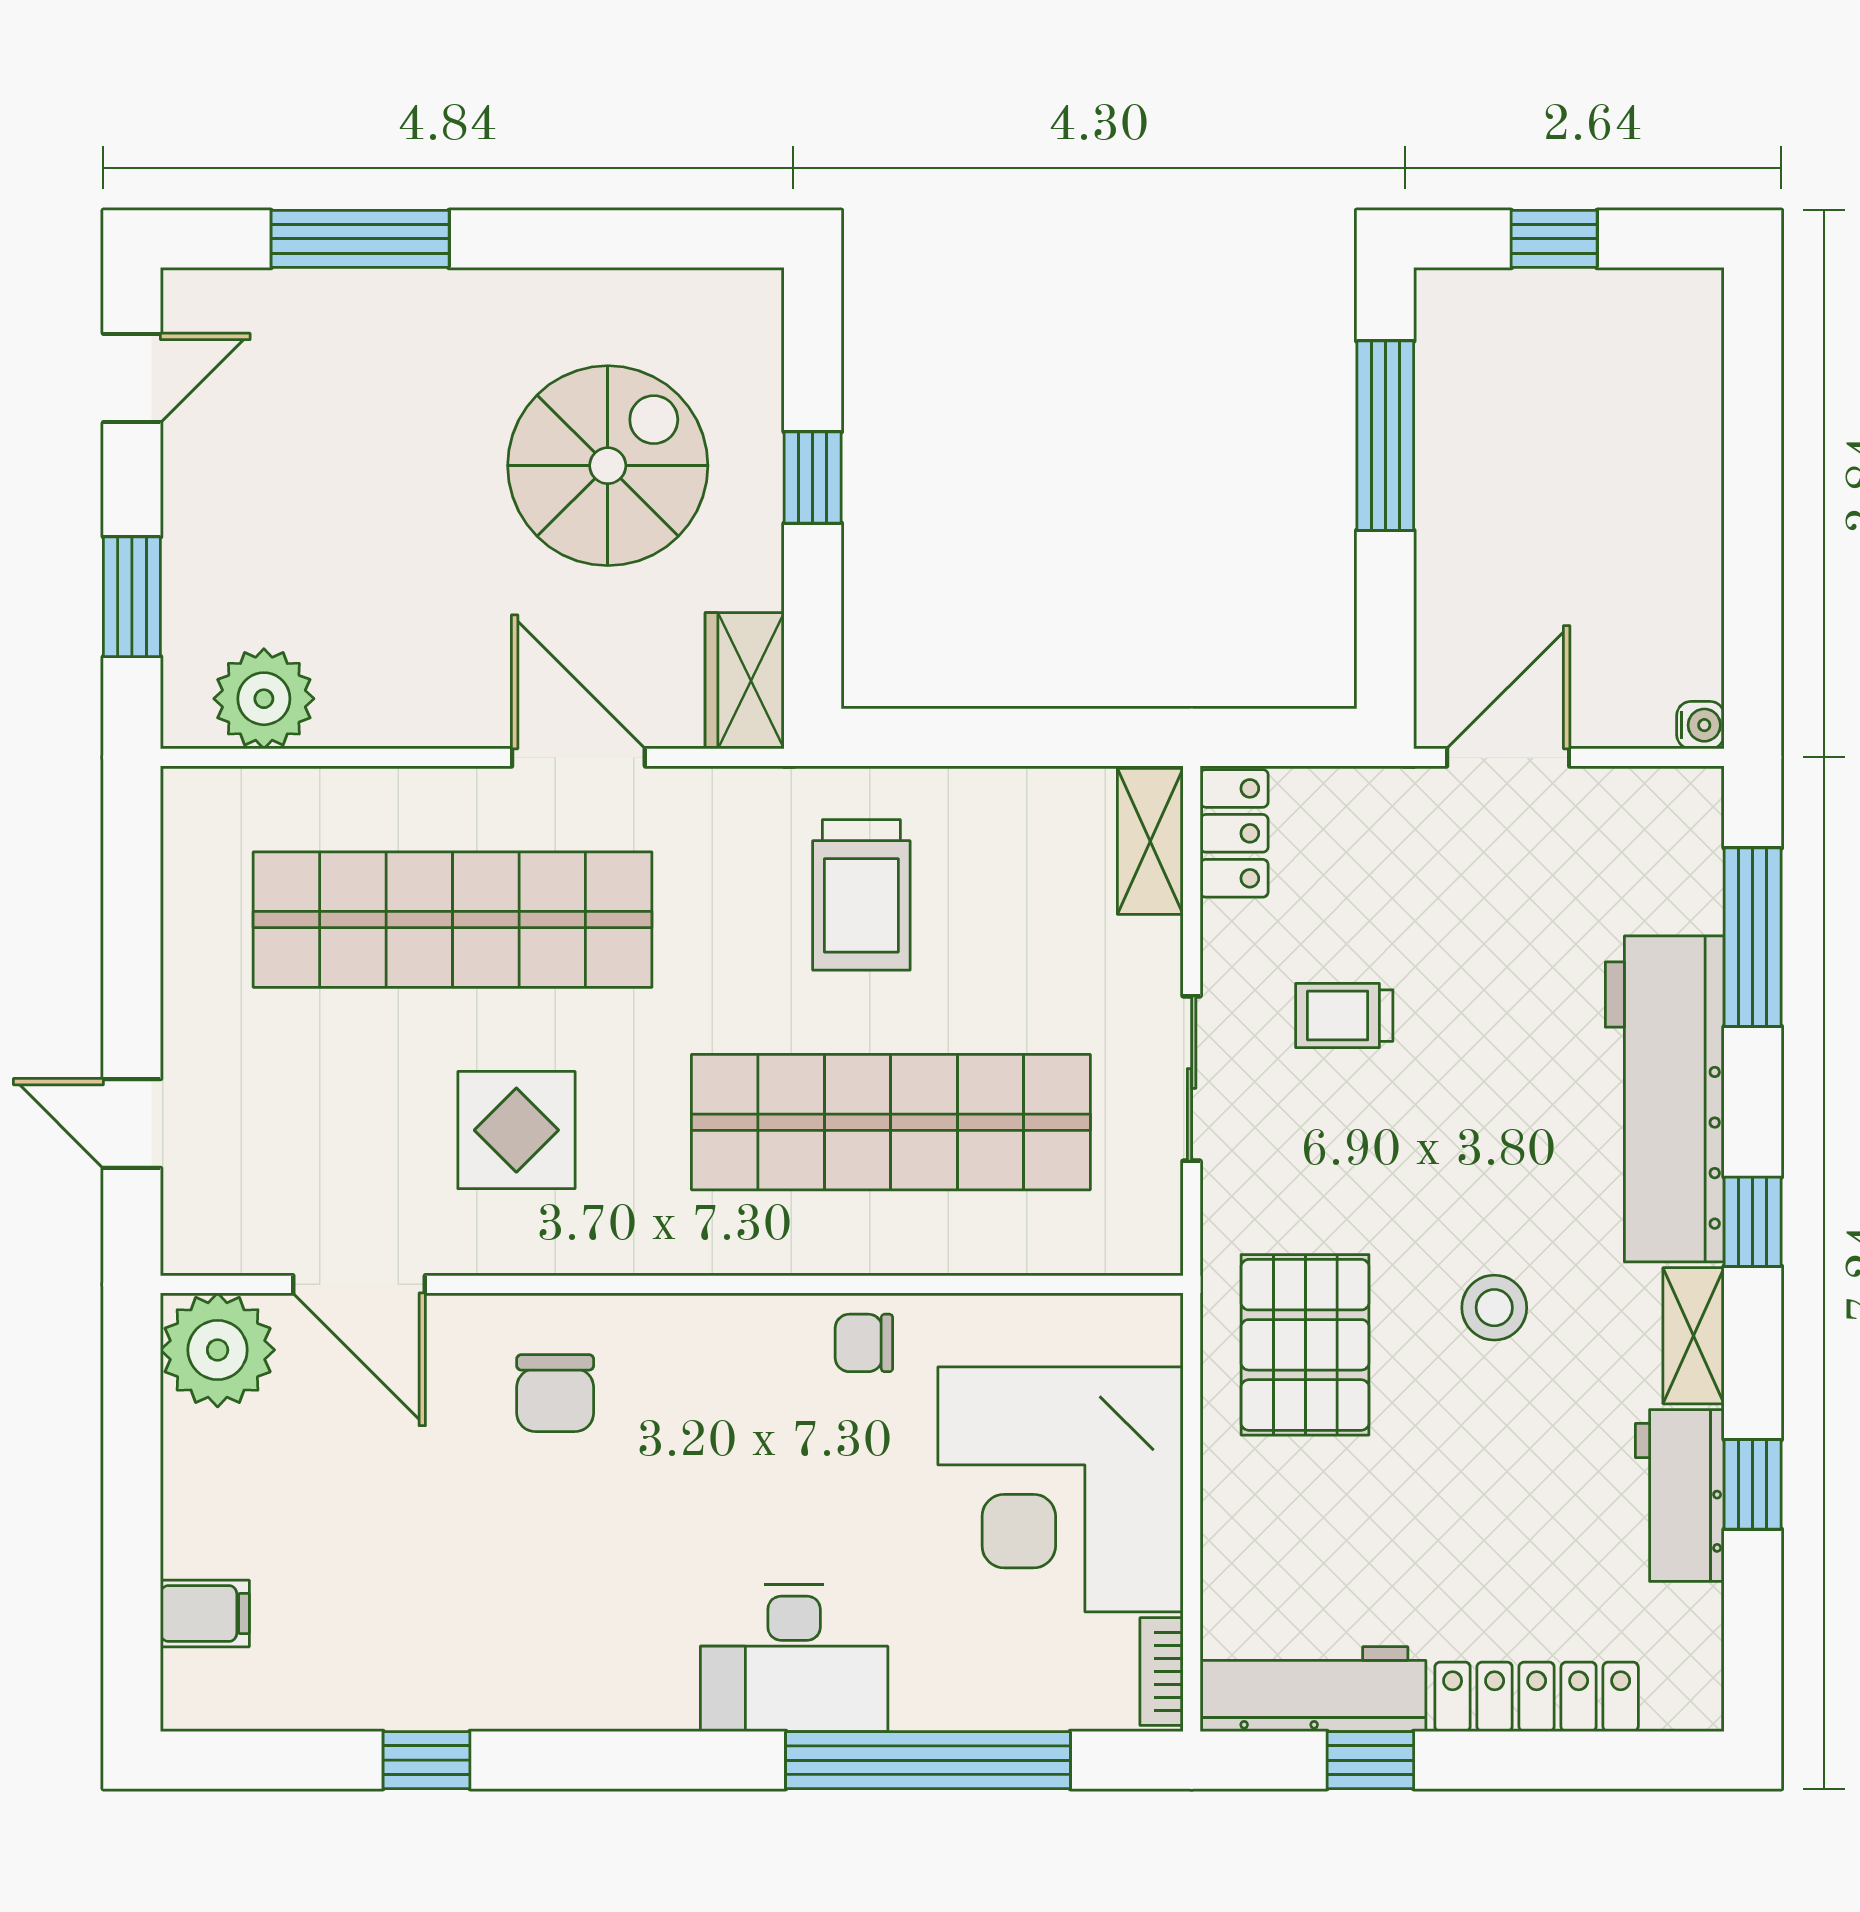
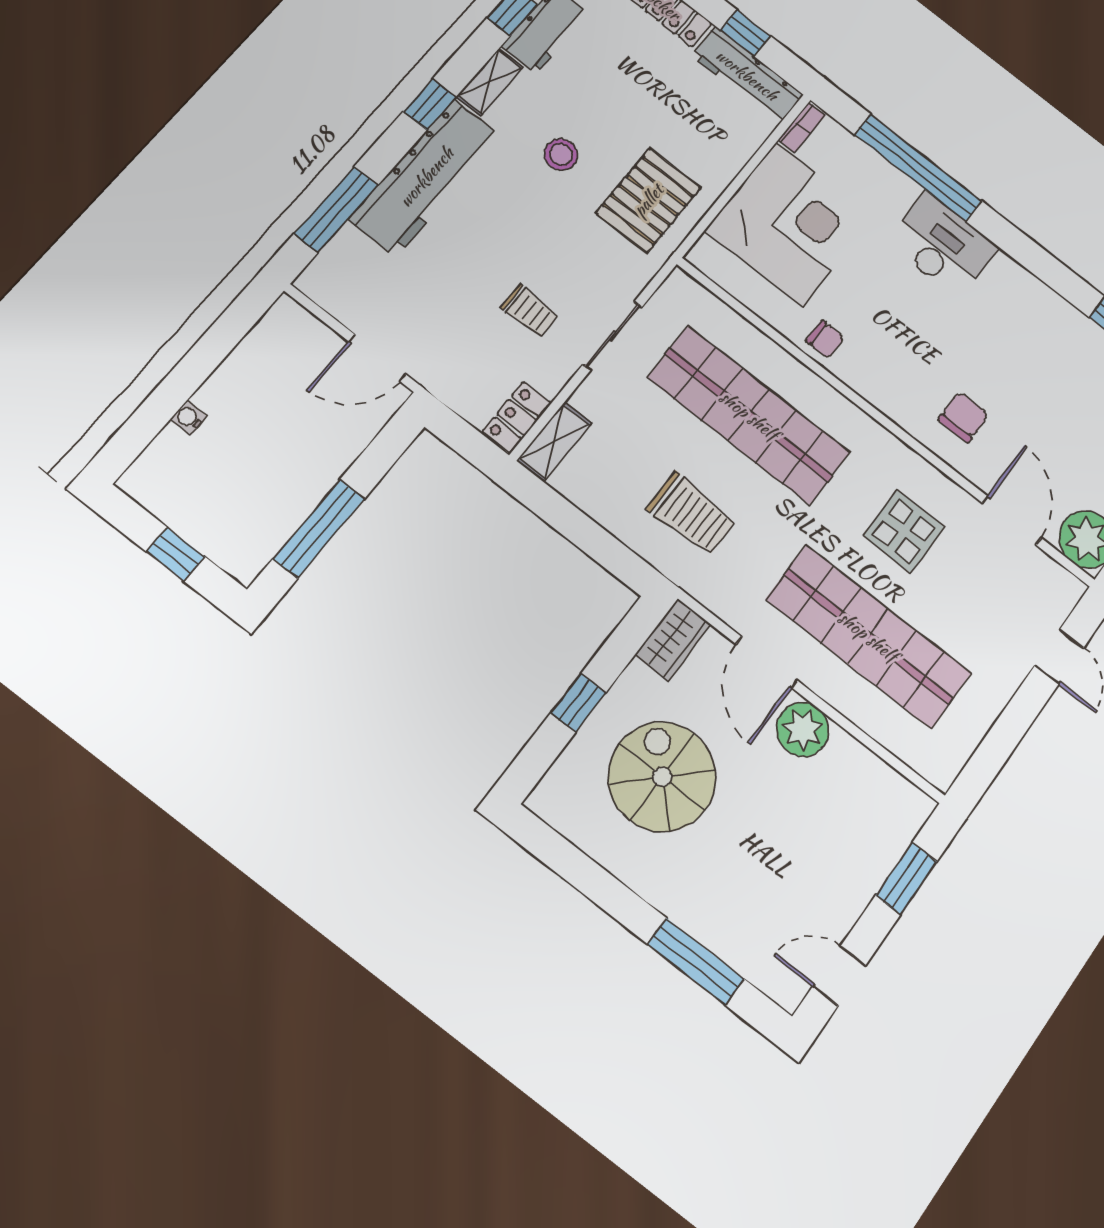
spiral stairs: (608, 466) -> (662, 777), turned 90
plant: (264, 699) -> (803, 729), moved
water cooler: (1700, 725) -> (189, 418), moved
trolley: (861, 895) -> (691, 514), turned 90

